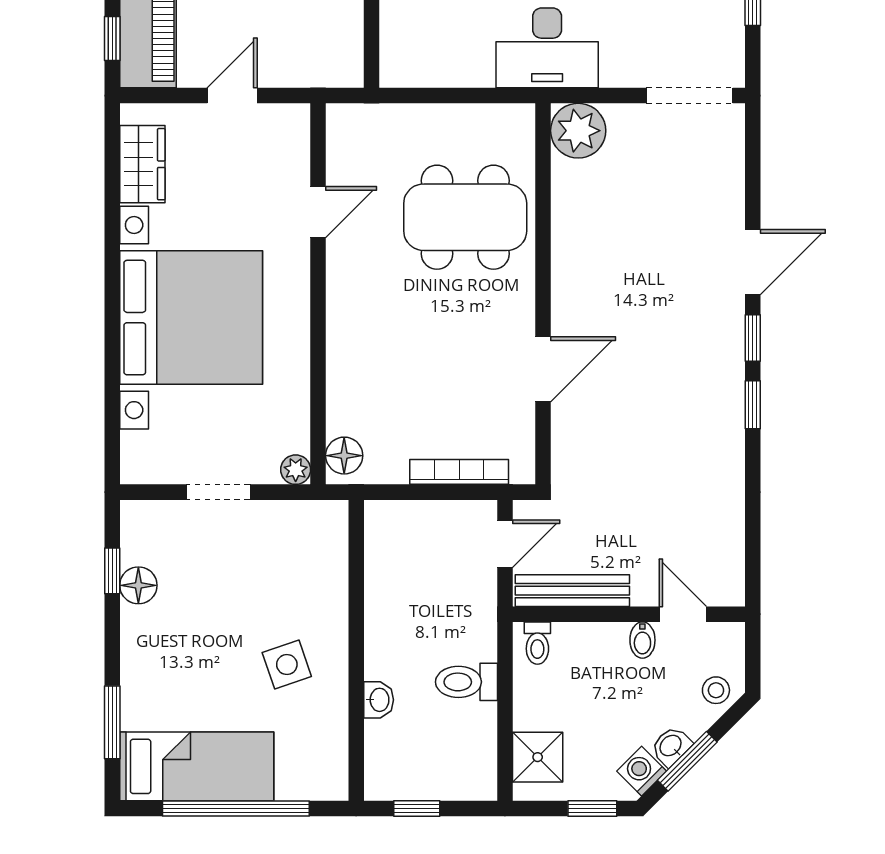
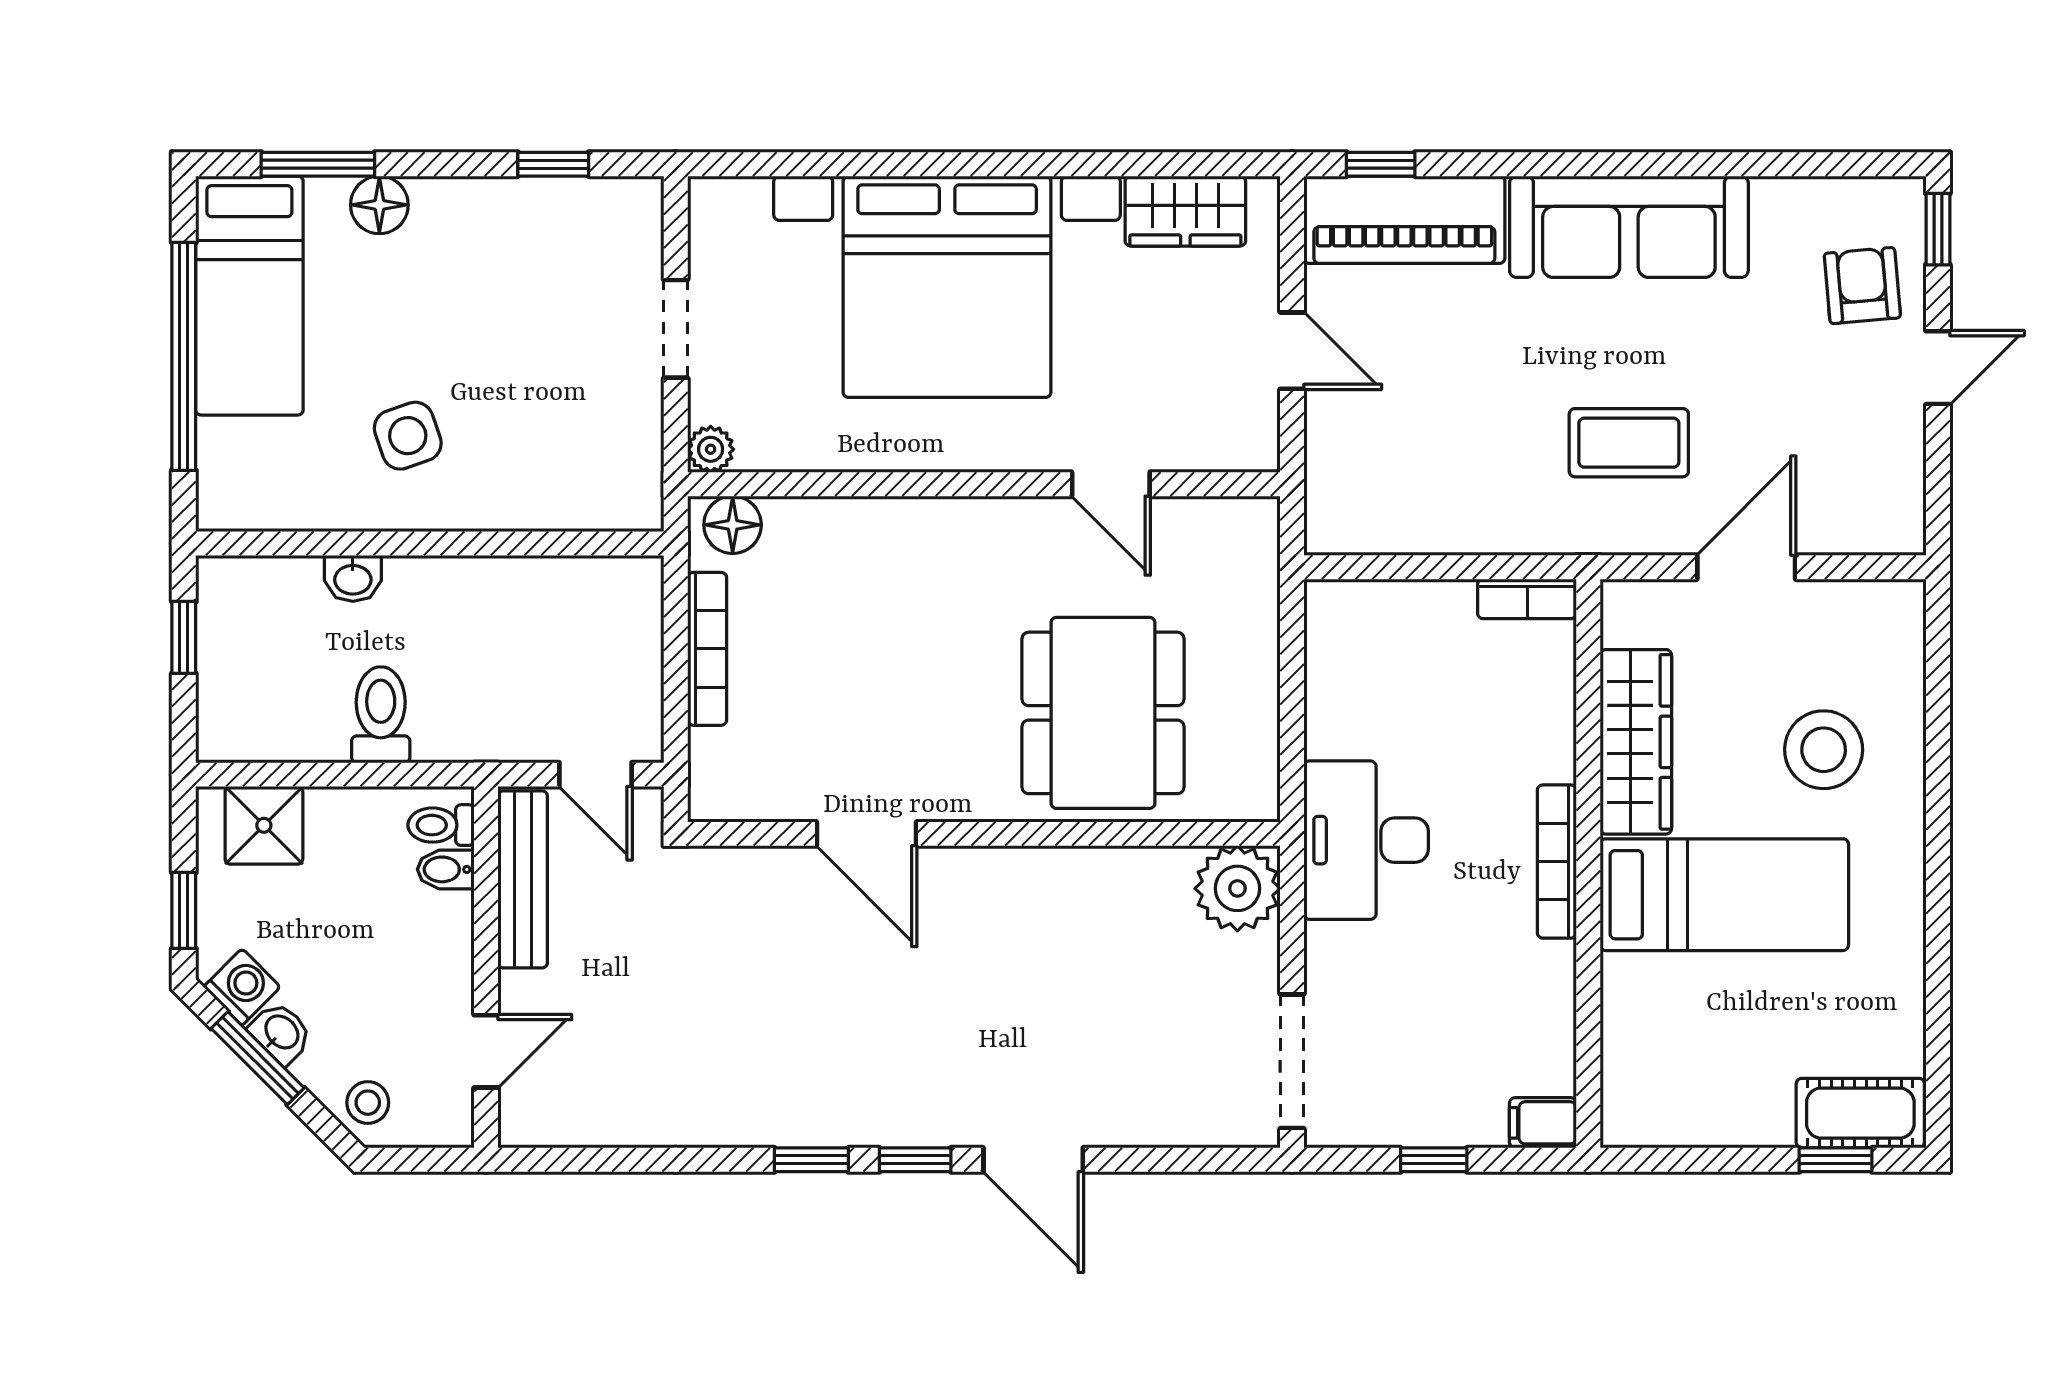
bookcase: (459, 472) -> (707, 649), moved
floor lamp: (138, 585) -> (379, 205), moved
bidet: (642, 640) -> (446, 869), moved

